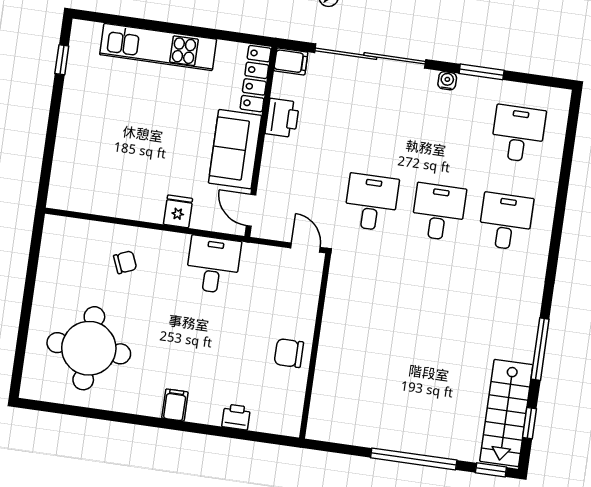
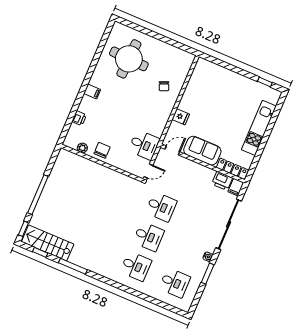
printer: (282, 118) -> (222, 181), moved
desk: (213, 265) -> (144, 145), moved
plant: (295, 394) -> (82, 148), added

